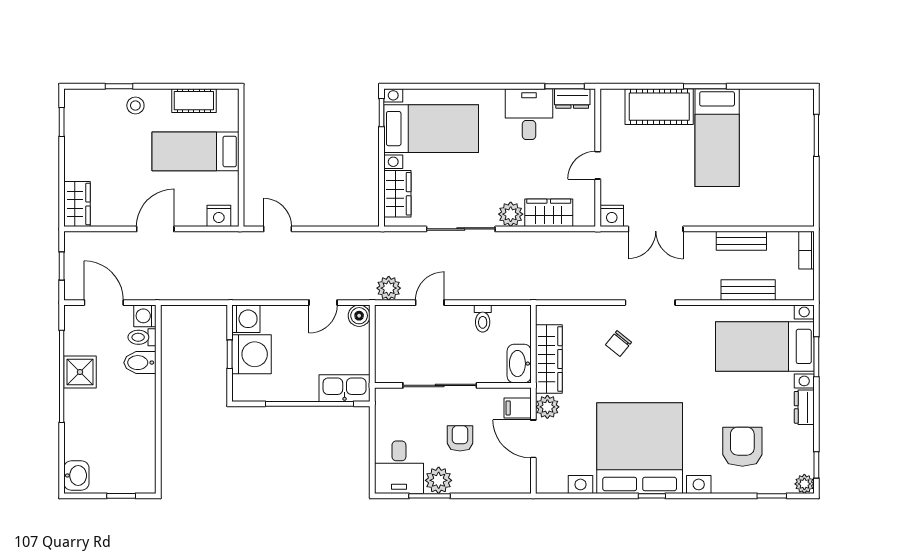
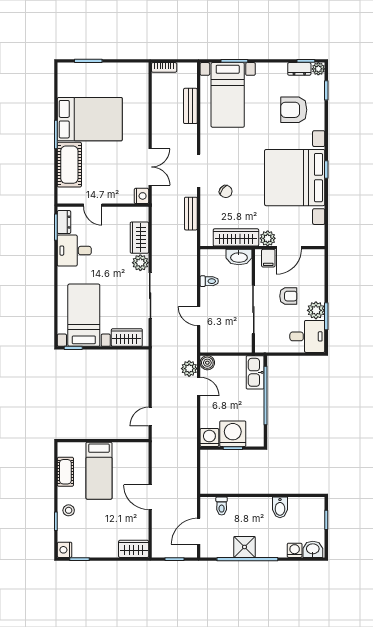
bed: (717, 138) -> (90, 119), width x1.50
door: (598, 165) -> (93, 205), moved
nightstand: (219, 216) -> (65, 550), moved, turned 180
bench: (741, 241) -> (191, 214), moved
plant: (389, 288) -> (189, 369), moved
washing machine: (145, 316) -> (295, 550), moved, turned 180
bidet: (140, 363) -> (280, 507), moved
dresser: (804, 407) -> (299, 69), moved
armchair: (460, 438) -> (288, 296), turned 180

